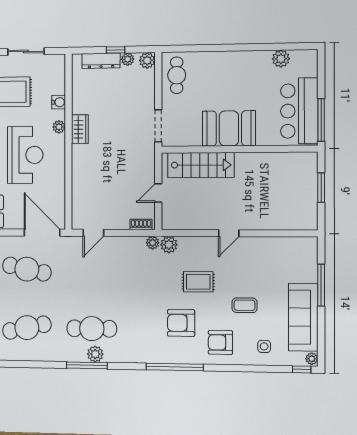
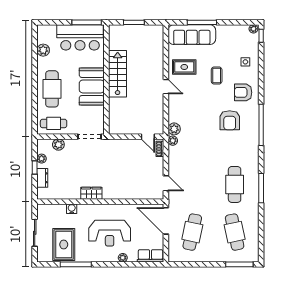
plant: (147, 60) -> (58, 145), moved
dresser: (101, 61) -> (42, 178), width x0.70
cafe table: (225, 72) -> (52, 89), added
plant: (59, 127) -> (89, 208), removed
reception desk: (25, 155) -> (110, 233), turned 180
stairs: (201, 165) -> (118, 74), moved
door: (158, 193) -> (148, 137), moved
door: (42, 233) -> (166, 221), hinge flipped
rug: (198, 282) -> (184, 67), moved, turned 90
sofa: (303, 317) -> (192, 35), moved
armchair: (220, 342) -> (243, 92), turned 90
plant: (95, 354) -> (253, 182), removed

